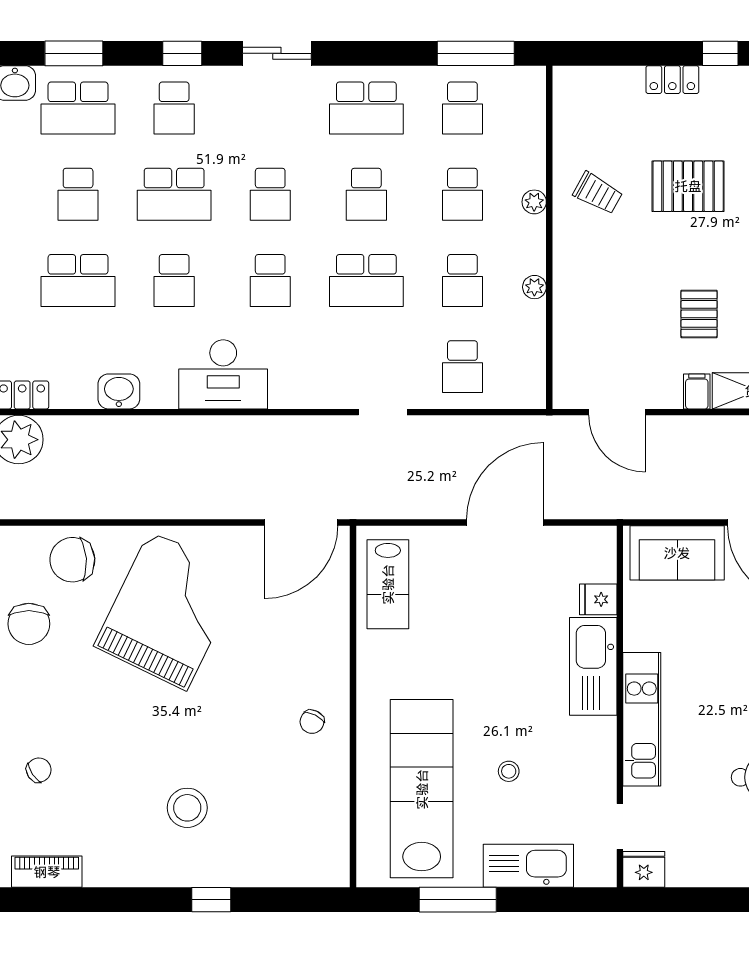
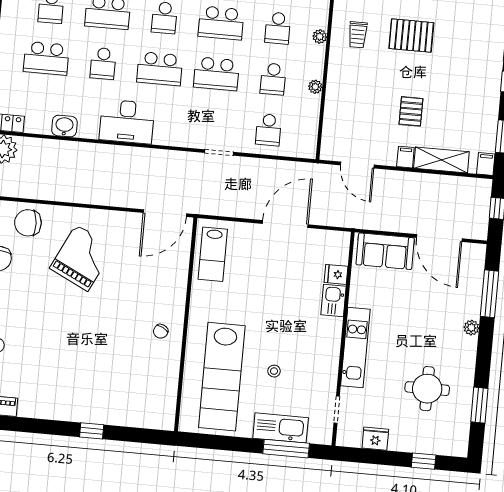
trolley: (598, 193) -> (358, 35), turned 61
school desk: (366, 194) -> (221, 23), width x1.85
school desk: (270, 280) -> (160, 69), width x1.85
grand piano: (168, 610) -> (82, 258), width x0.73, depth x0.68
kitchen sink: (593, 666) -> (333, 301), width x0.53, depth x0.81
lab bench: (422, 789) -> (222, 377), turned 180
stool: (187, 808) -> (82, 375), removed
fridge: (644, 869) -> (375, 439), moved
window: (458, 900) -> (286, 449), moved

